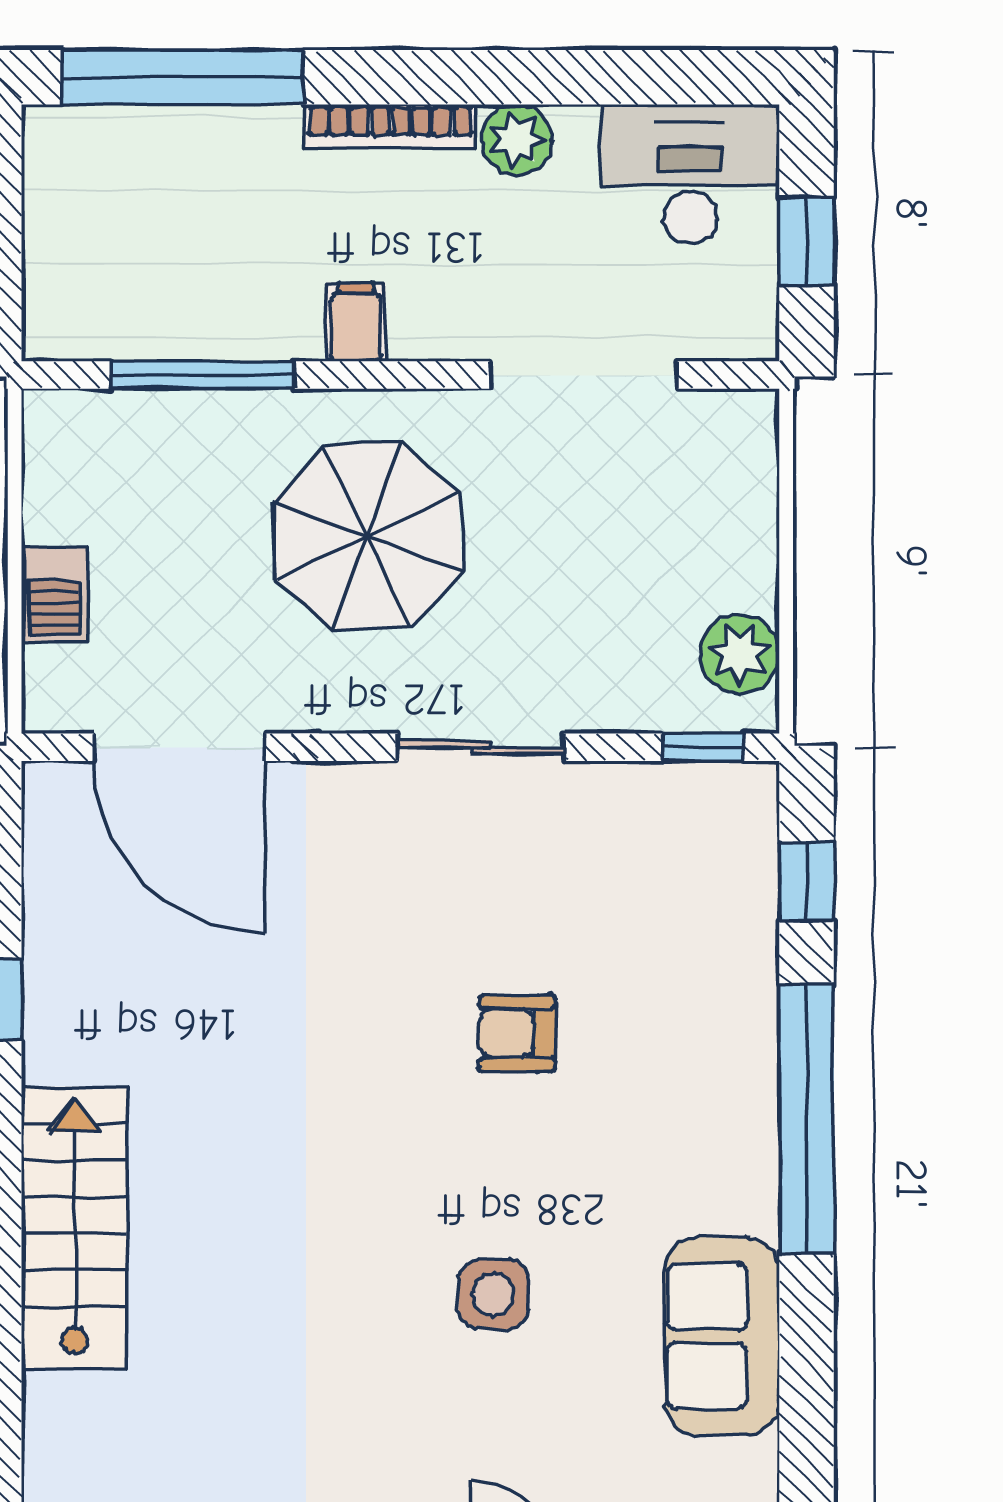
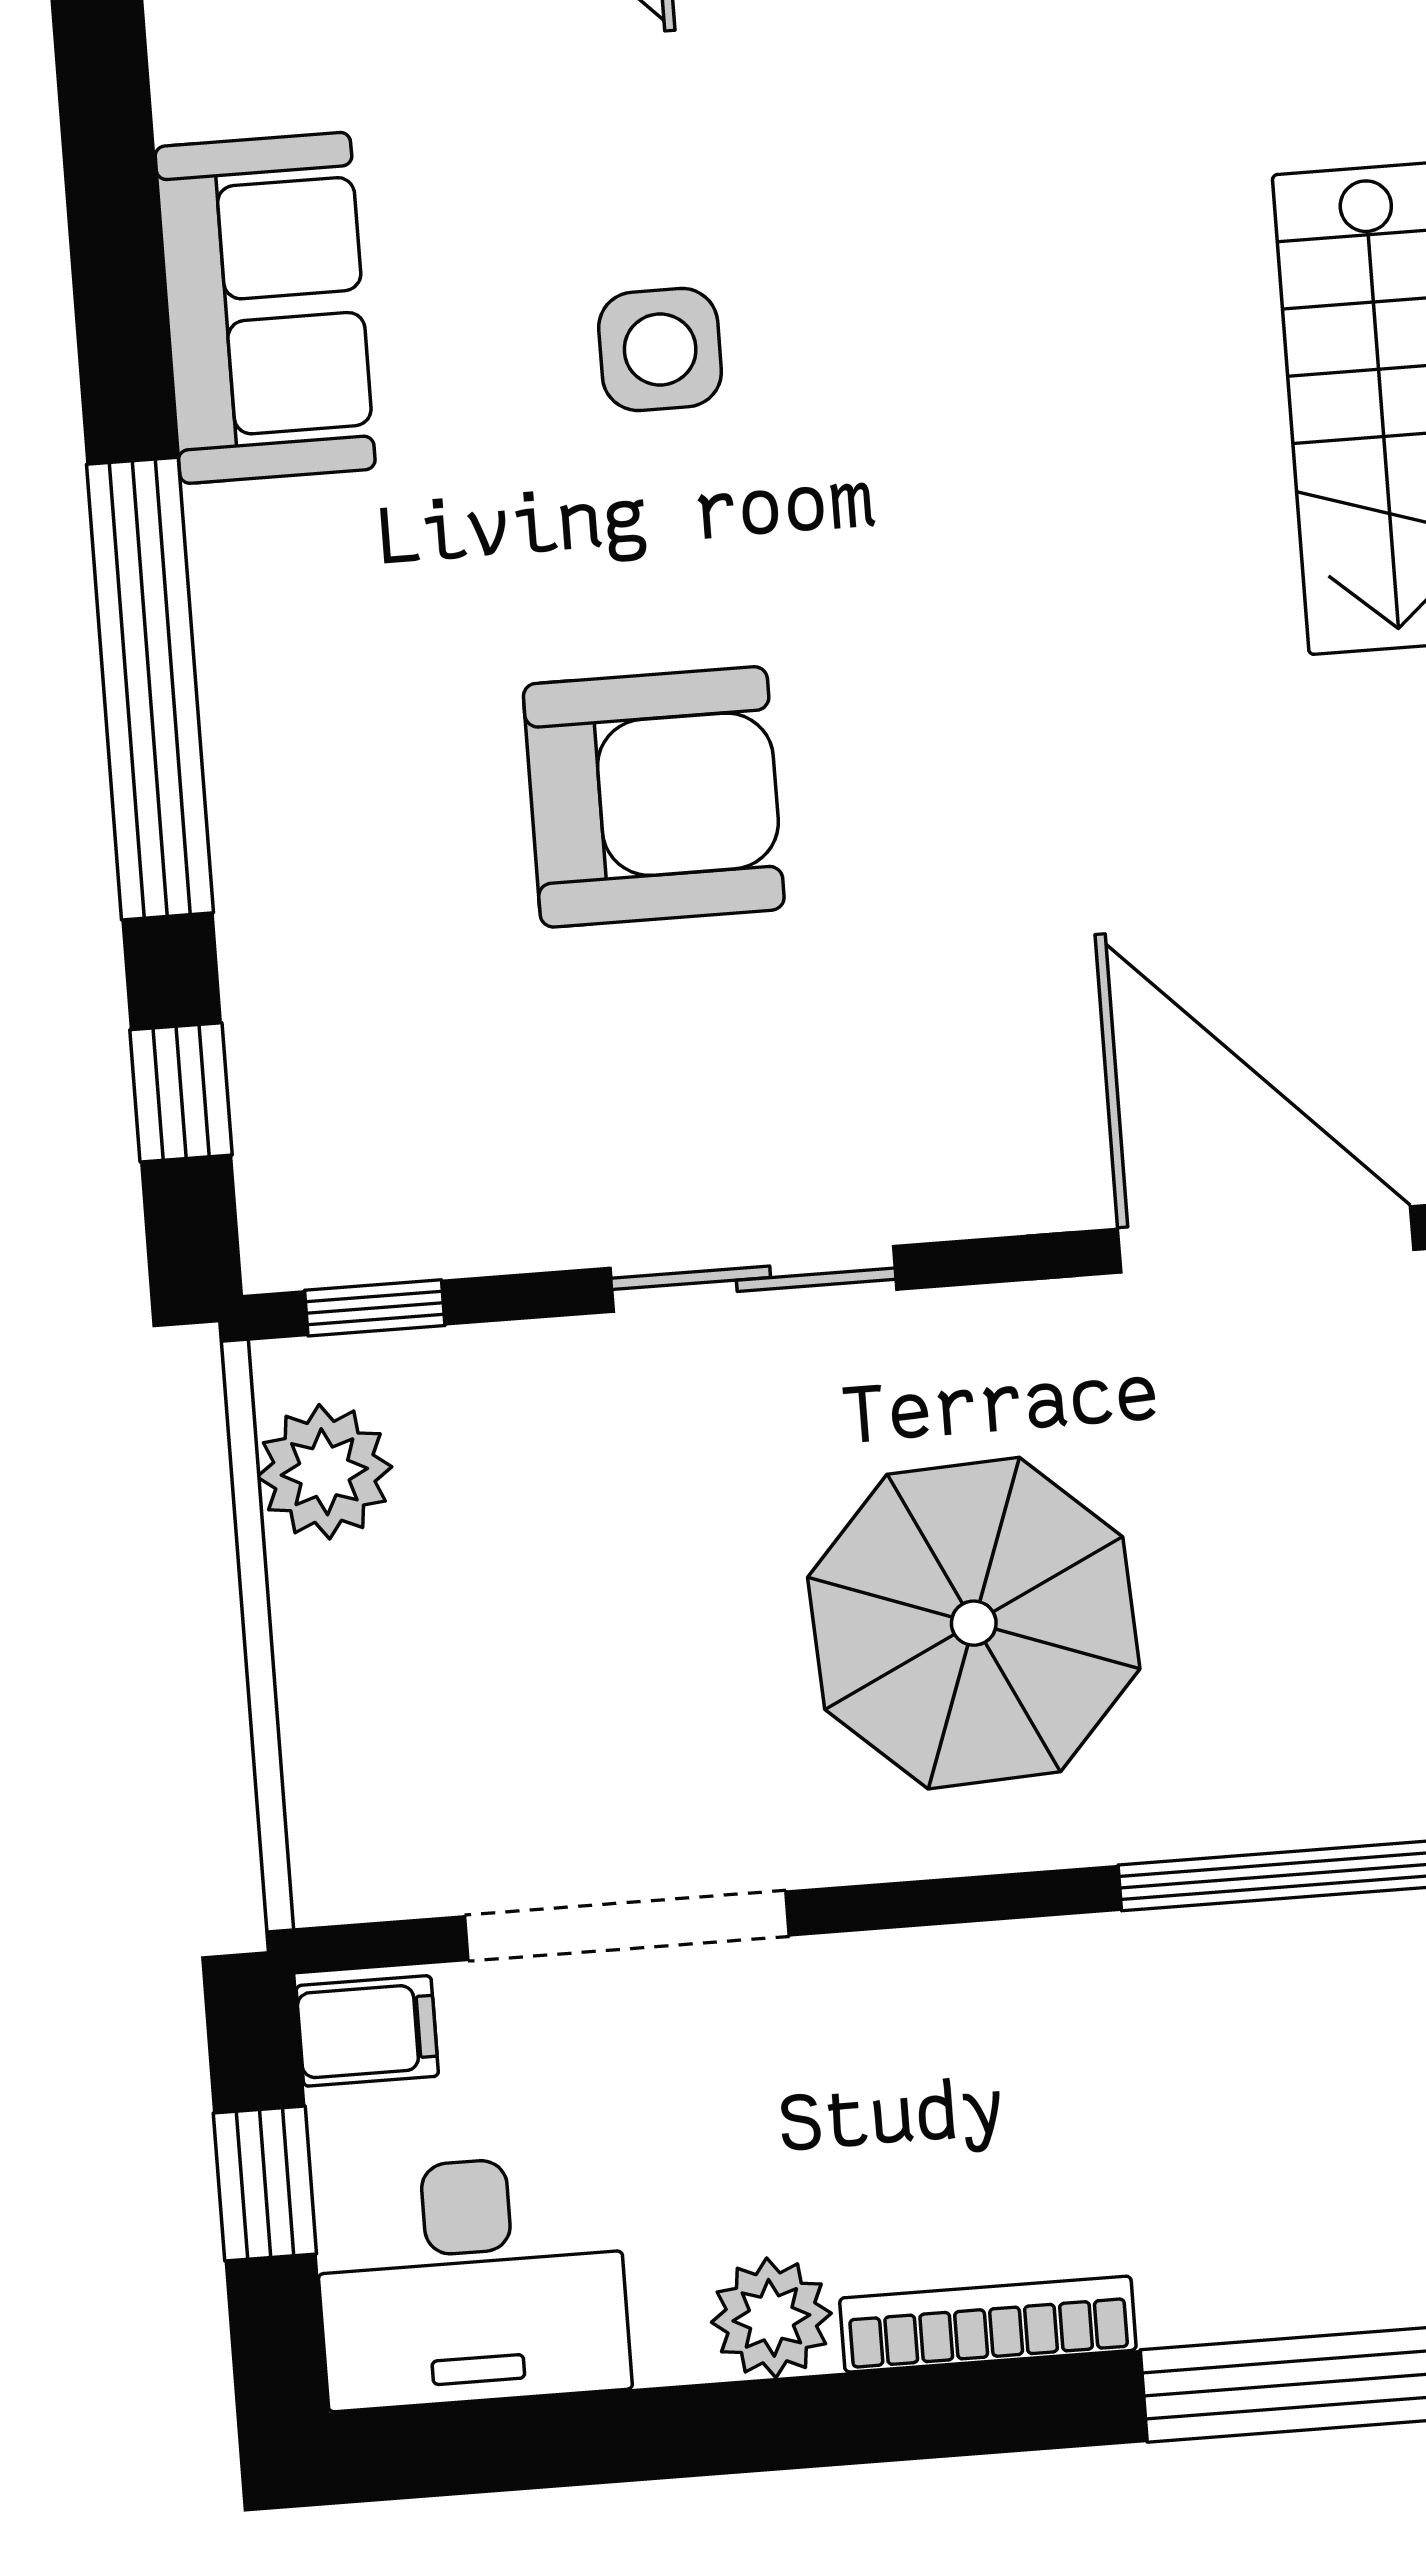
filing cabinet: (356, 322) -> (367, 2031), moved, turned -90
armchair: (517, 1033) -> (654, 797), width x1.88, depth x1.88

